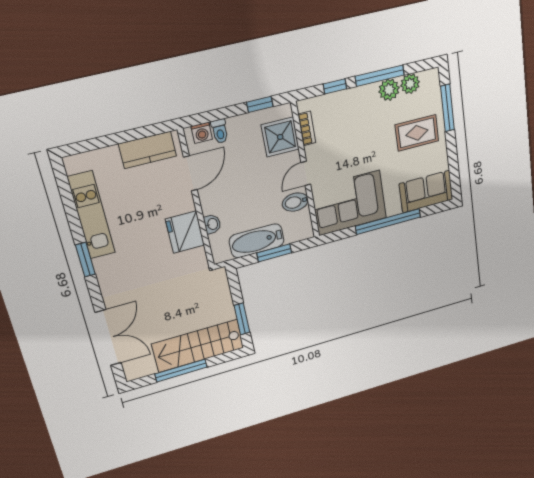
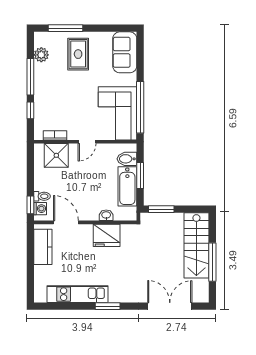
plant: (389, 90) -> (42, 71), removed
window: (260, 104) -> (30, 205), moved
door: (306, 173) -> (87, 142), hinge flipped
bidet: (295, 202) -> (127, 159), moved, turned 90
window: (388, 222) -> (140, 107), moved
window: (242, 319) -> (161, 209), moved

